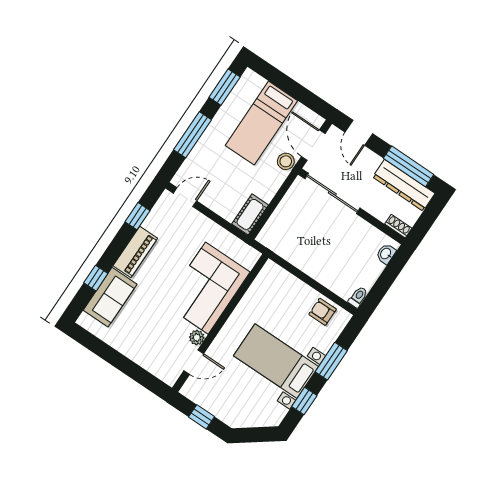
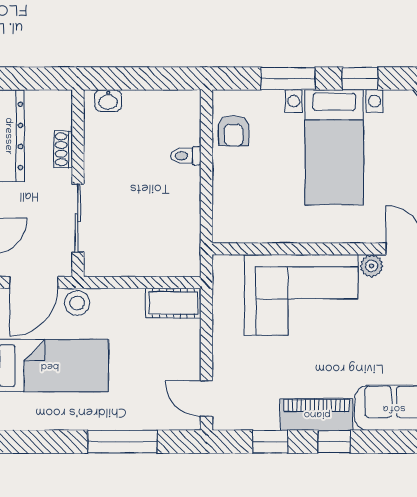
window: (225, 87) -> (36, 442), removed
sliding door: (332, 193) -> (78, 218), width x0.73
shoe rack: (398, 226) -> (63, 149), moved
window: (96, 278) -> (334, 442), moved
toilet: (358, 297) -> (186, 156), moved

